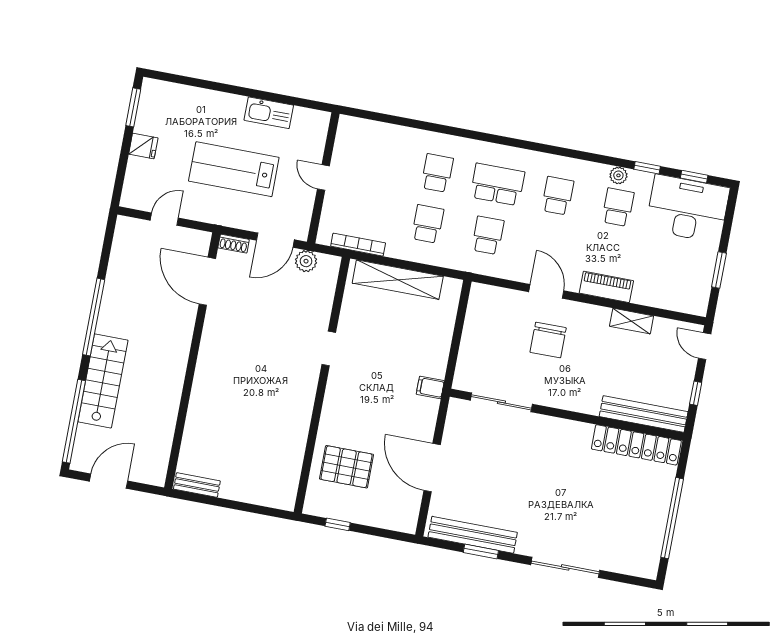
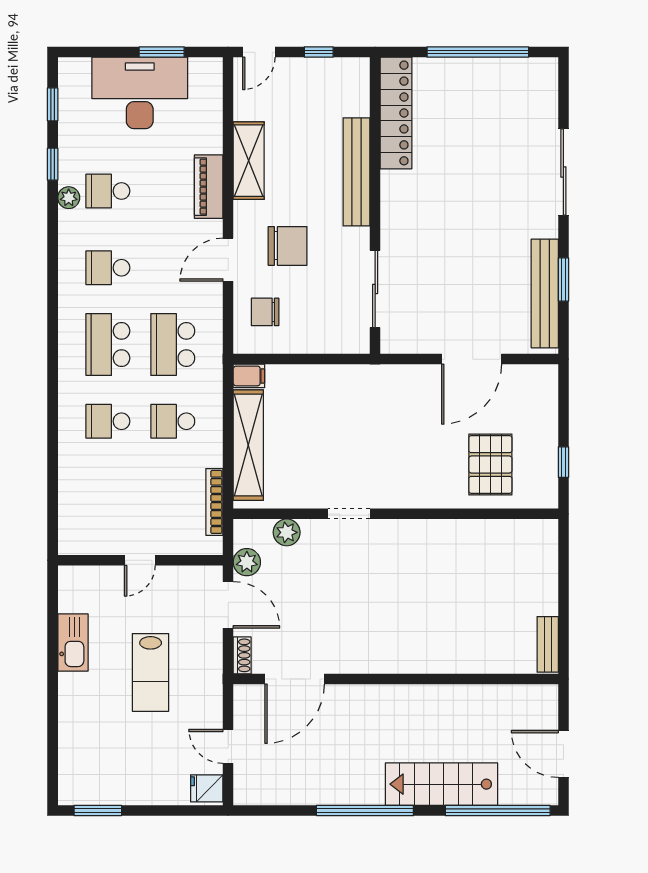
fridge: (143, 146) -> (207, 788), moved, turned -90
lab bench: (234, 169) -> (151, 672), width x0.73, depth x0.72
desk: (688, 209) -> (140, 93), moved, turned 90
school desk: (488, 235) -> (173, 345), width x1.85
plant: (323, 297) -> (287, 532), added
chair: (500, 313) -> (265, 312), added
shelving: (632, 321) -> (249, 161), width x1.50, depth x1.33
filing cabinet: (430, 387) -> (249, 376), moved, turned -90
bench: (644, 414) -> (356, 172), moved

